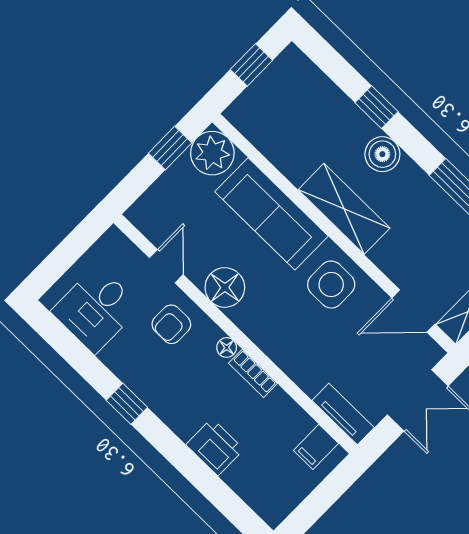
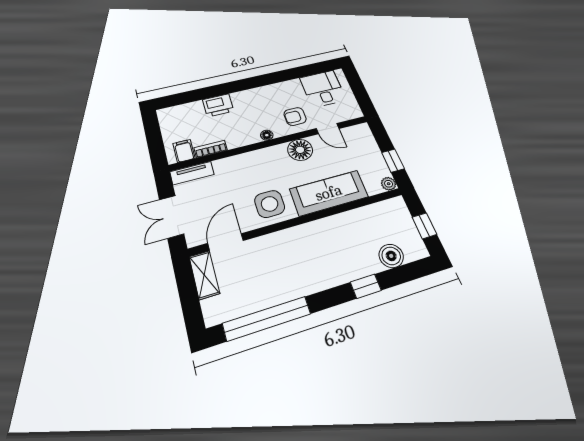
plant: (212, 153) -> (389, 184), width x0.53, depth x0.53
boiler: (382, 154) -> (391, 256), moved
shelving: (344, 209) -> (311, 234), removed
armchair: (171, 324) -> (295, 116), turned -90
bookcase: (253, 373) -> (211, 149), moved
window: (127, 404) -> (266, 80), removed

